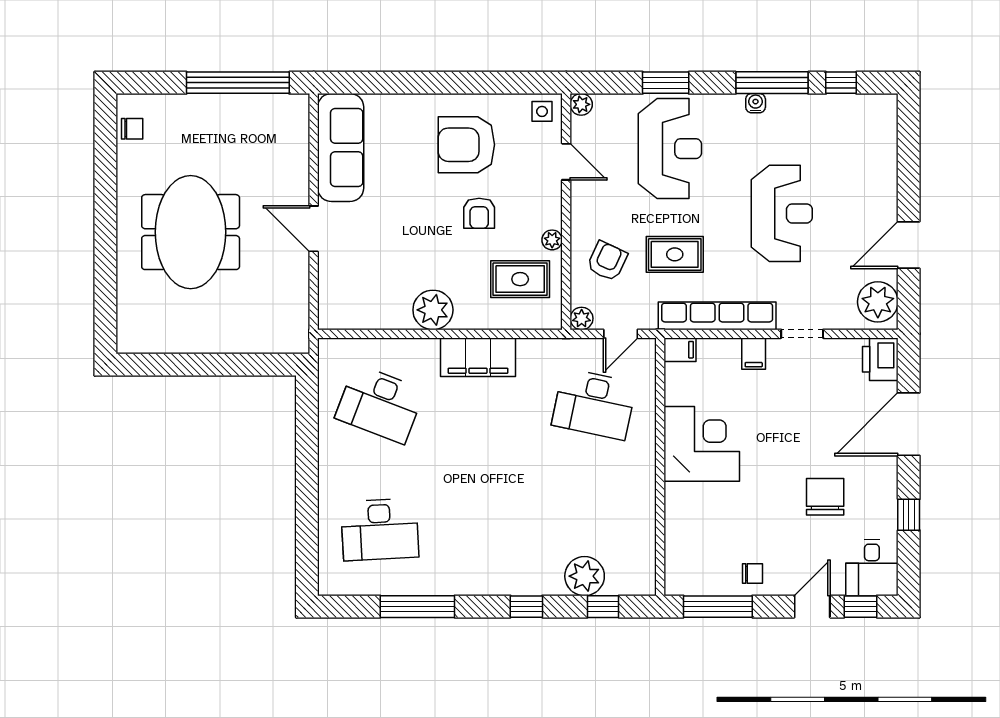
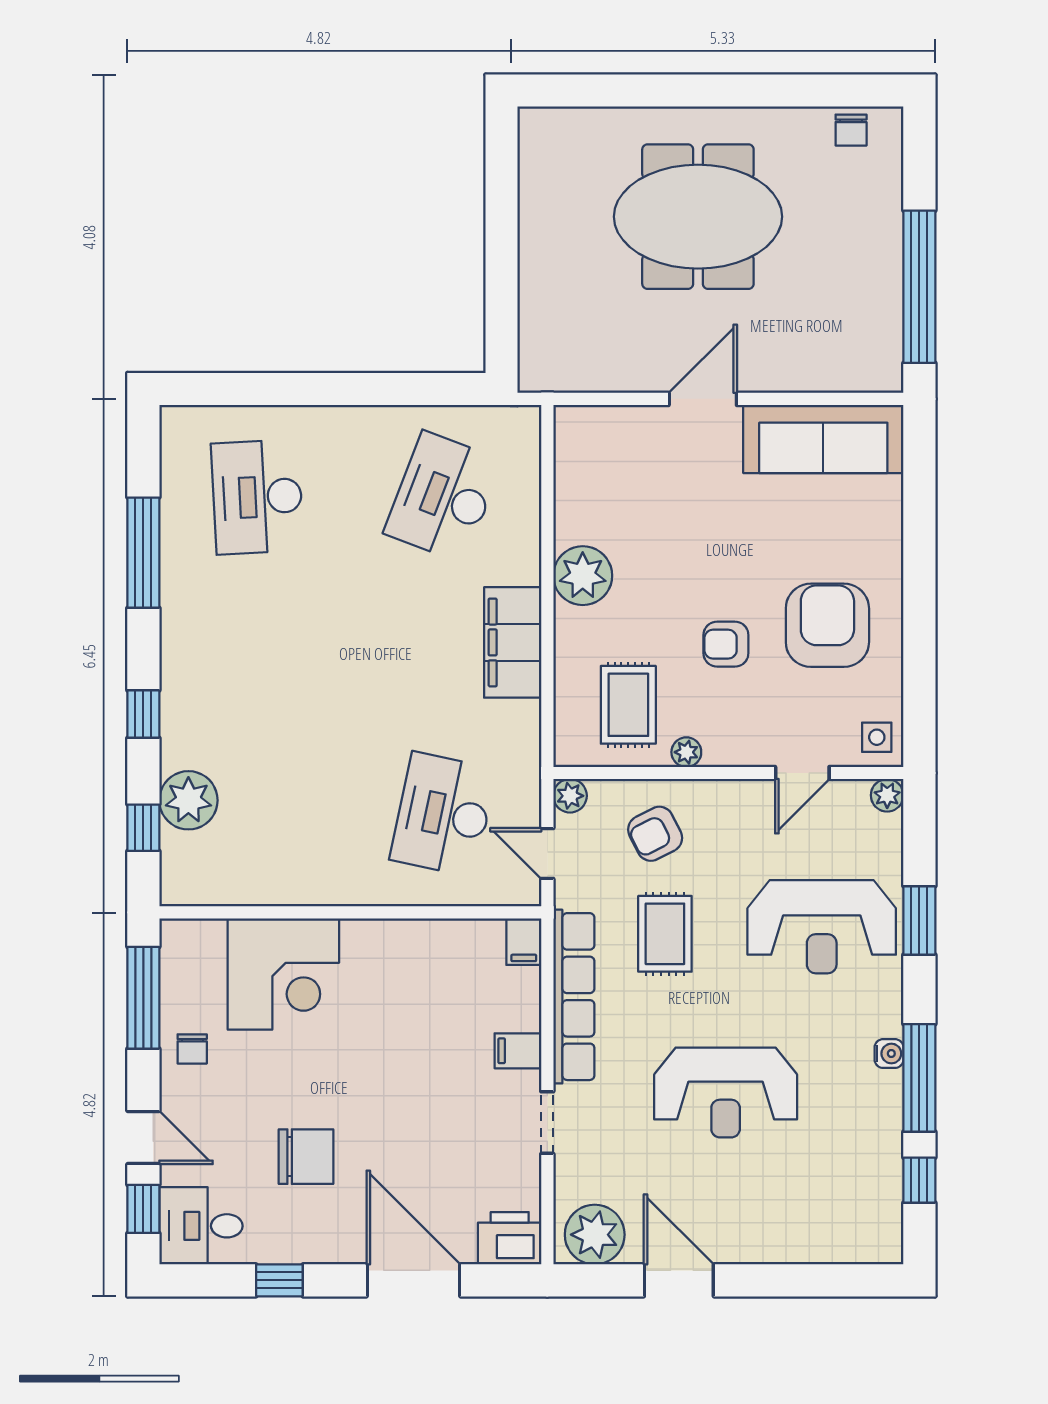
armchair: (607, 261) -> (655, 834), turned 128
corner desk: (702, 444) -> (283, 974), moved

